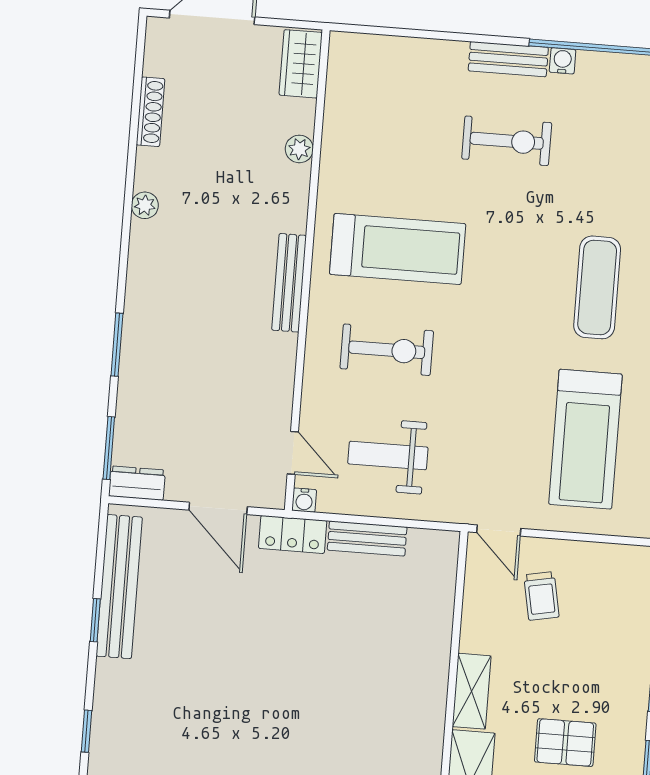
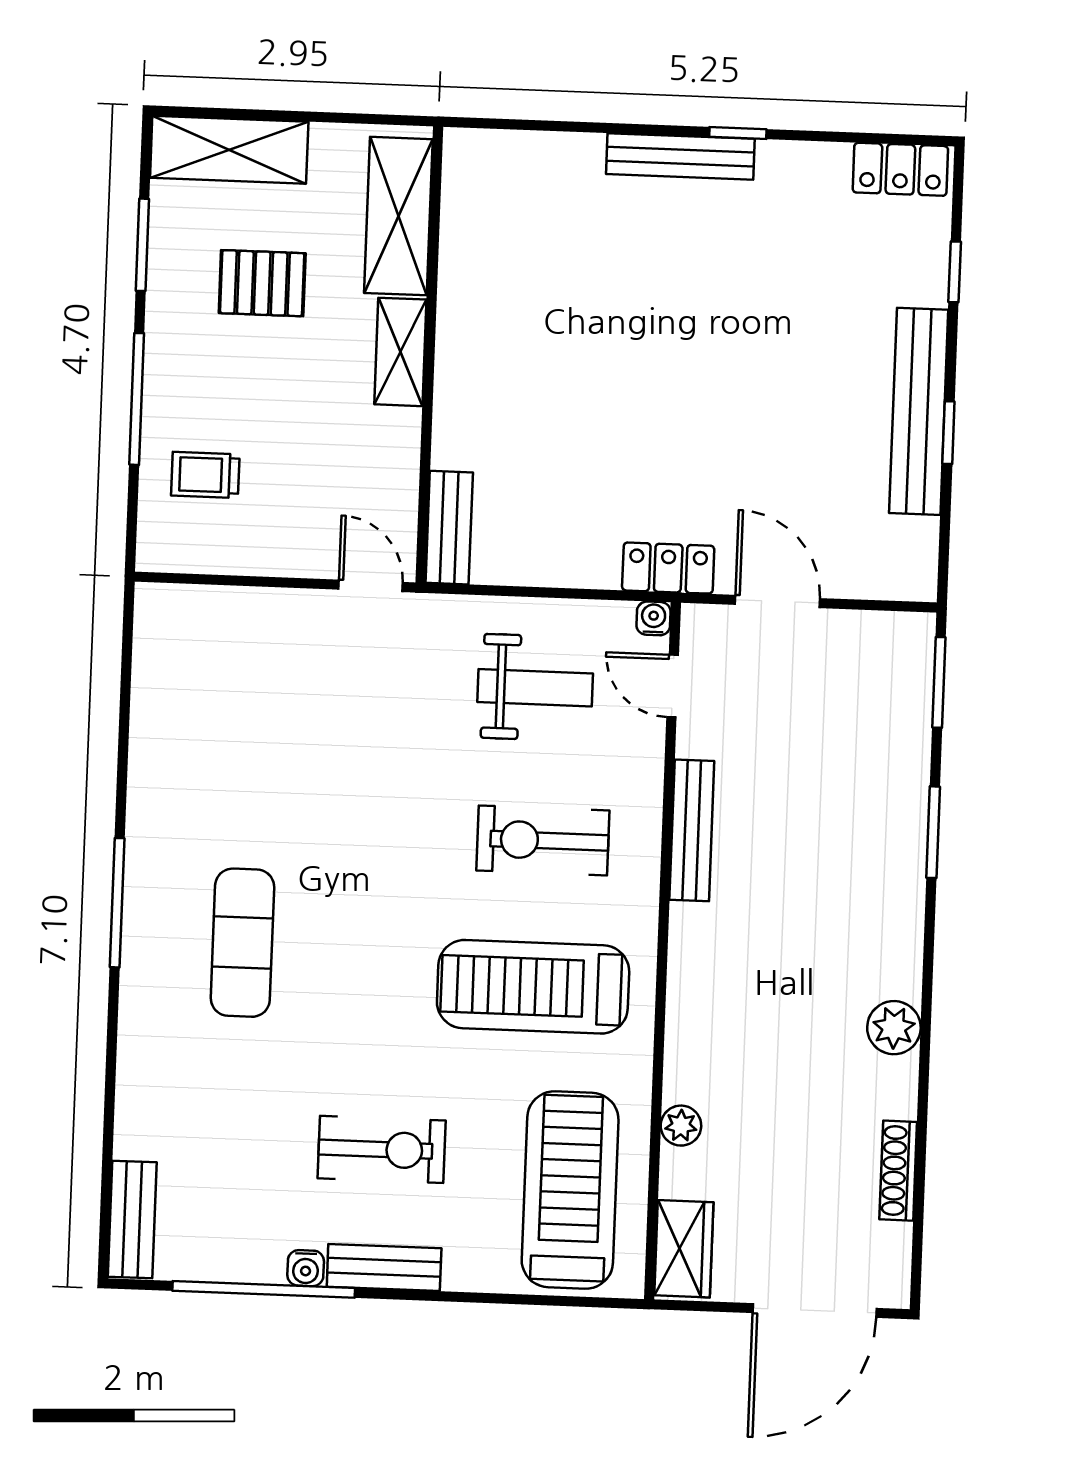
exercise bike: (507, 141) -> (382, 1149), turned 180
plant: (145, 205) -> (894, 1028), width x1.38, depth x1.38
bench: (289, 283) -> (692, 830), moved
treadmill: (585, 439) -> (570, 1190), moved
dresser: (137, 483) -> (896, 633), removed
bench: (367, 538) -> (449, 528), moved, turned 90
bench: (119, 587) -> (919, 411), moved
trolley: (541, 596) -> (205, 475), moved, turned -79

